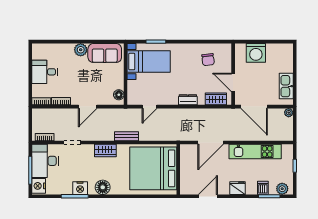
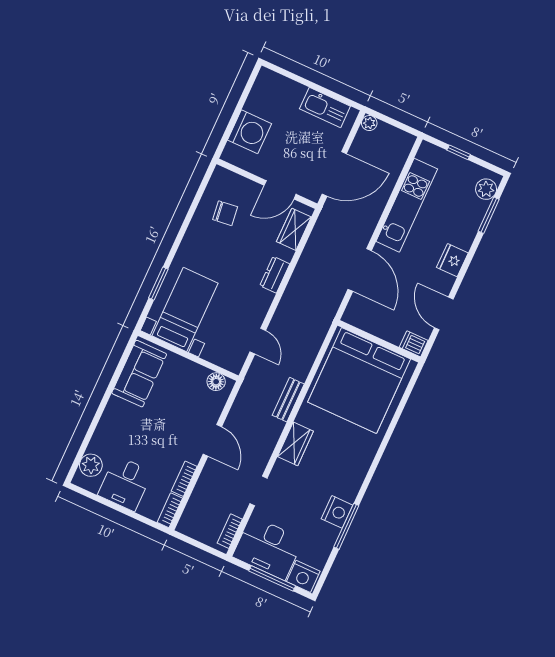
plant: (81, 50) -> (91, 465), moved
floor lamp: (103, 187) -> (352, 475), removed
dishwasher: (263, 188) -> (414, 344), moved

